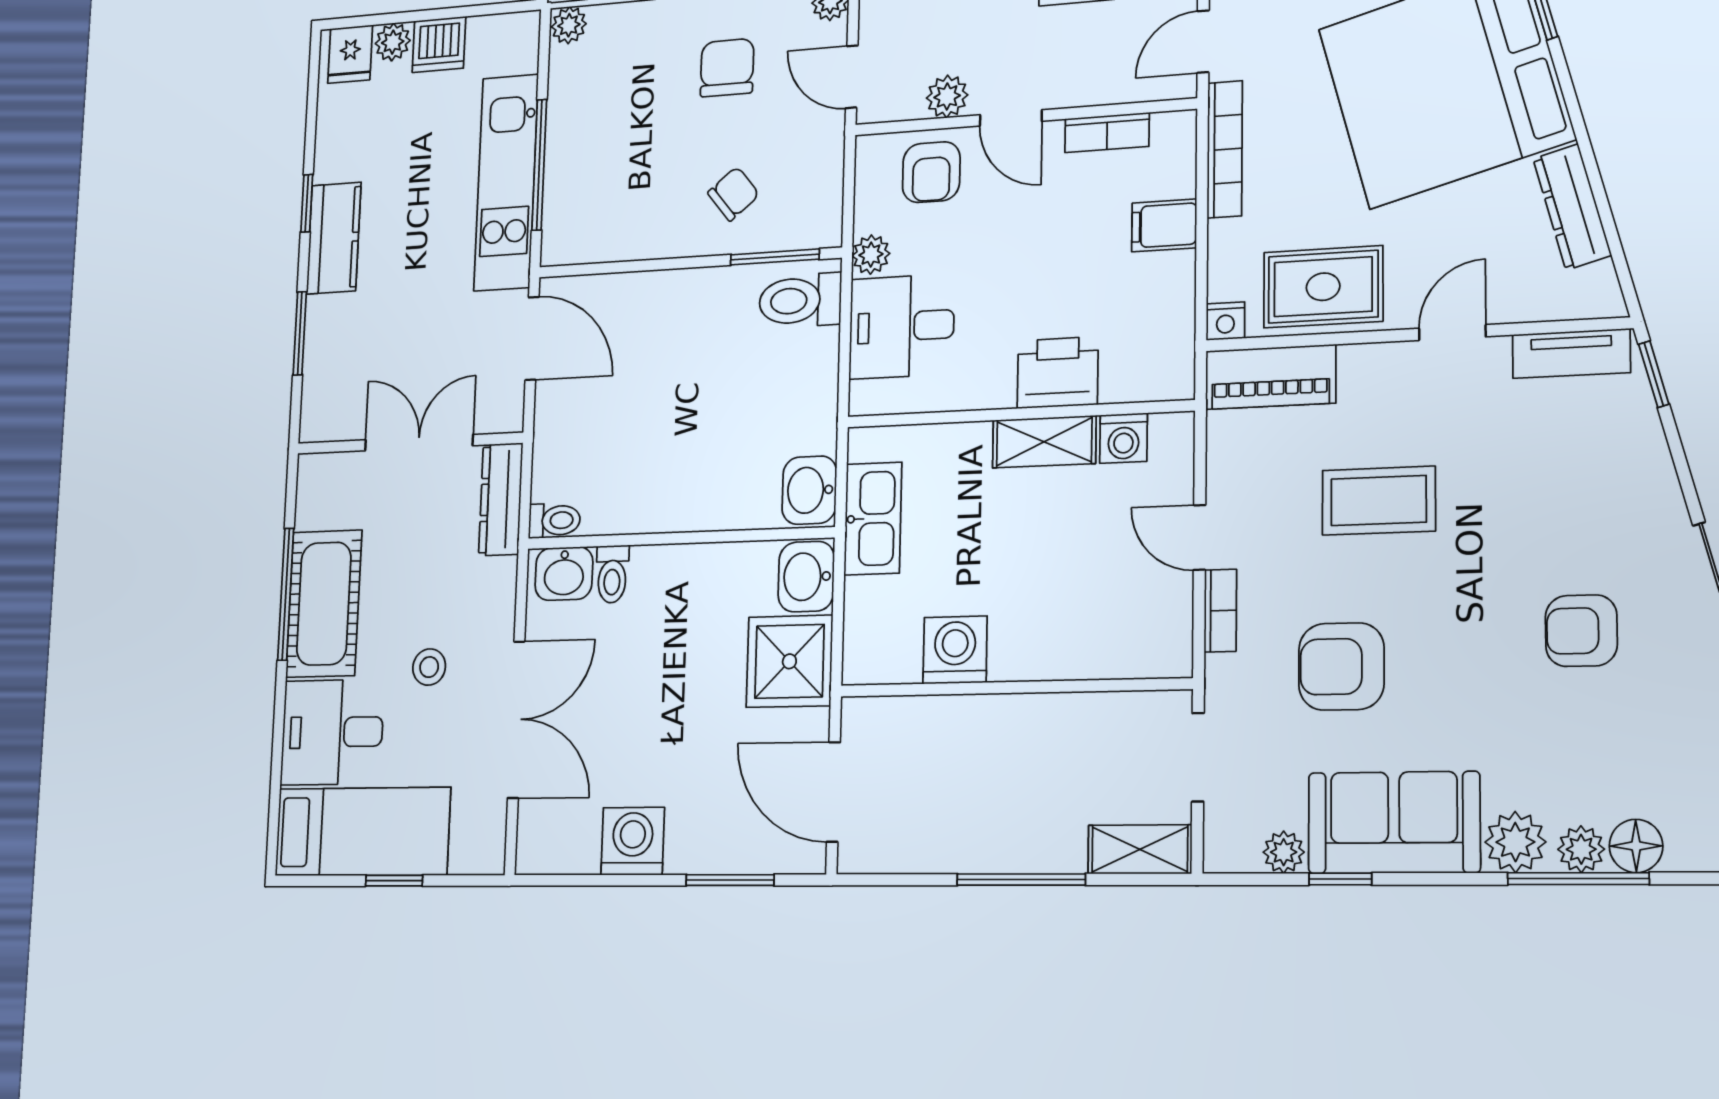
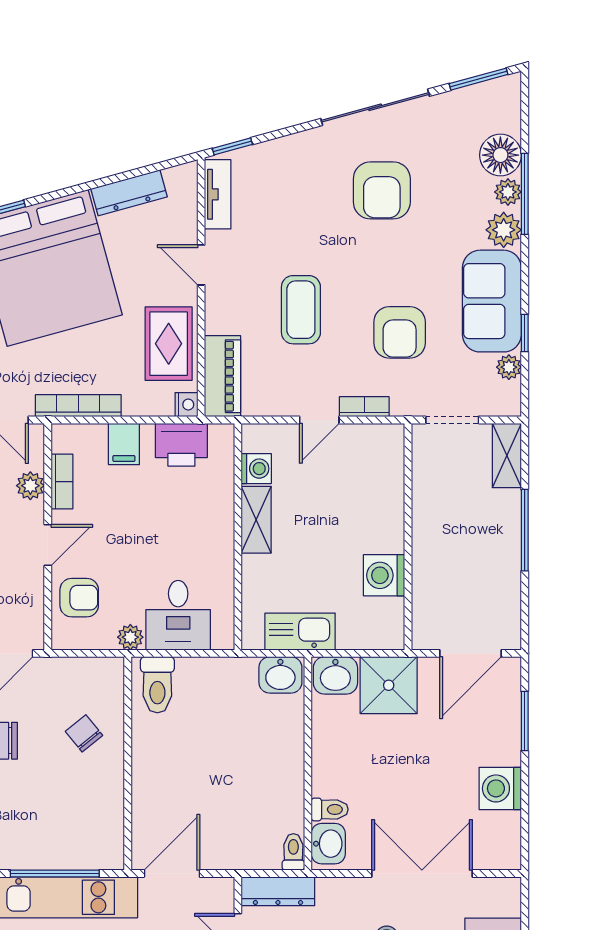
plant: (947, 96) -> (30, 486), moved
window: (775, 257) -> (128, 703), removed
printer: (1058, 373) -> (181, 445), moved, turned -90
armchair: (1581, 631) -> (382, 190), width x1.38, depth x1.38
floor lamp: (1636, 846) -> (500, 155), width x1.38, depth x1.38

